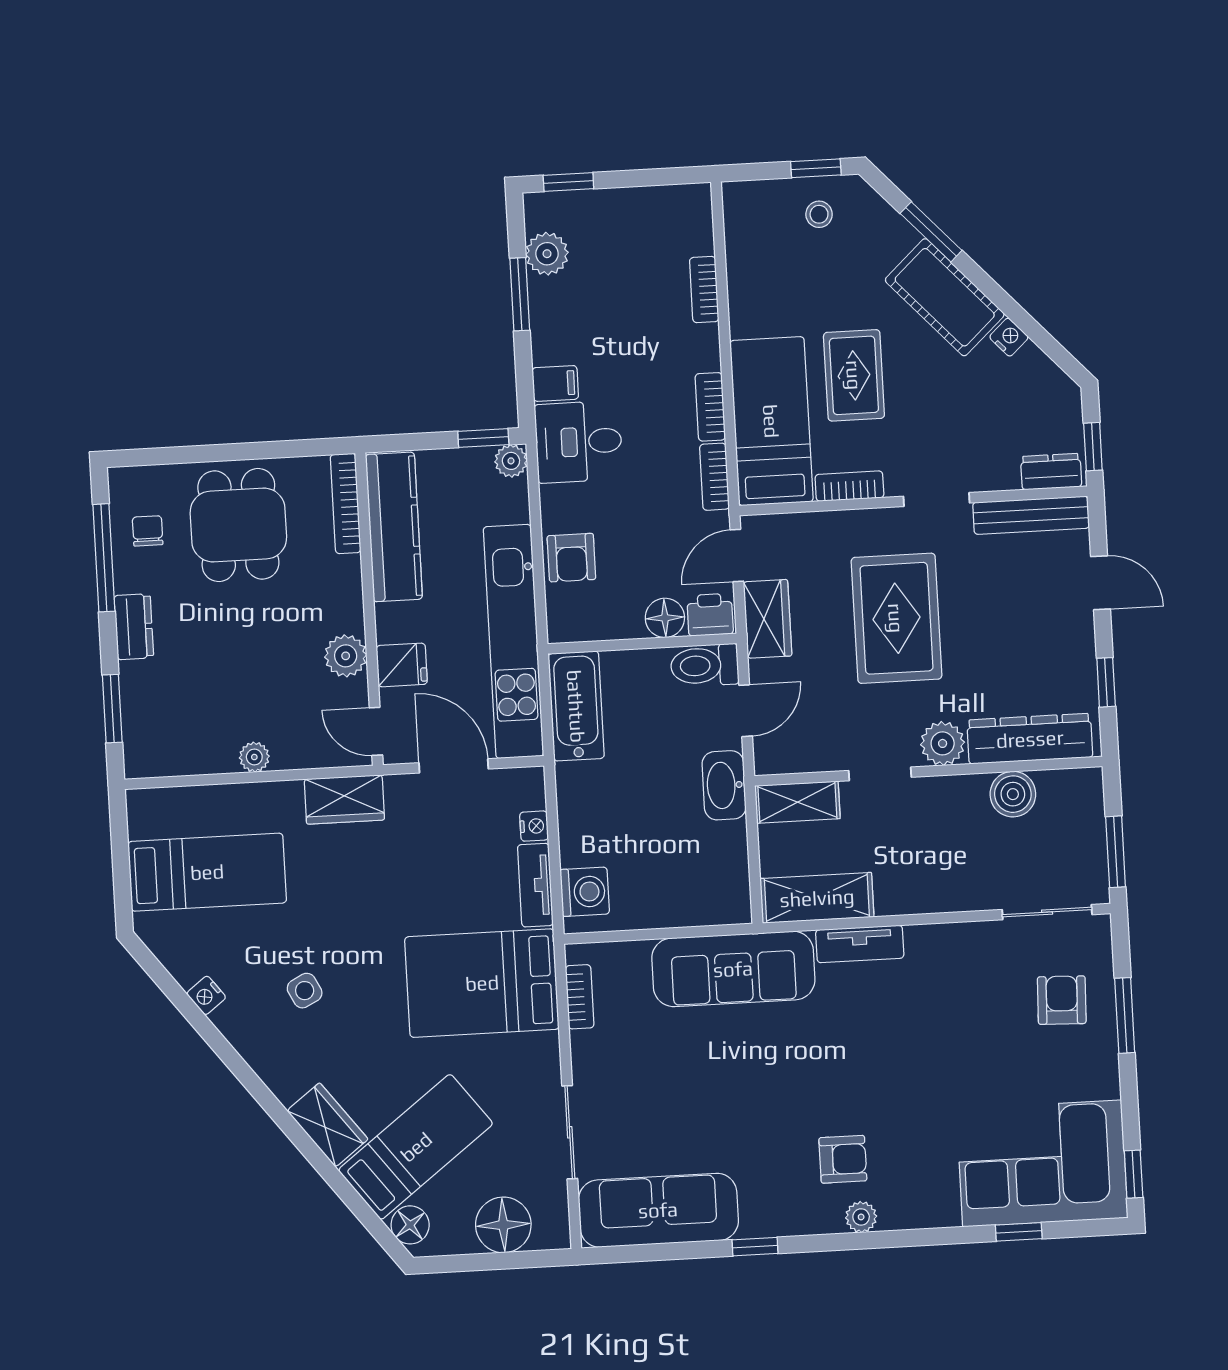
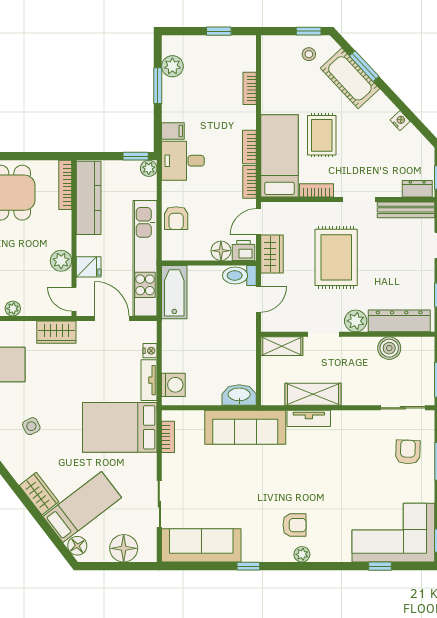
window: (568, 182) -> (219, 31), moved
cot: (945, 297) -> (350, 78), moved
washbasin: (724, 785) -> (239, 395), moved, turned 90
shelving: (817, 898) -> (313, 394), moved

